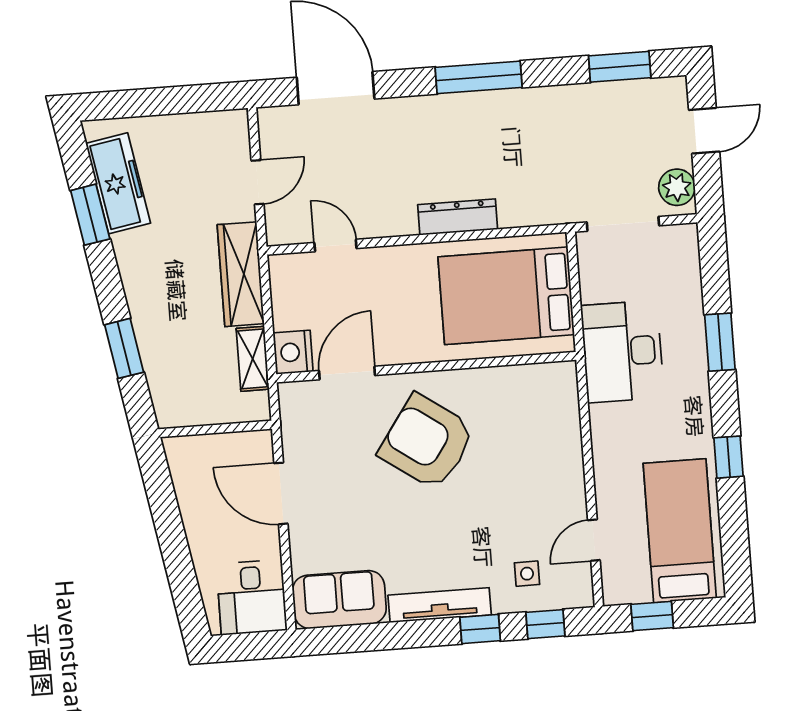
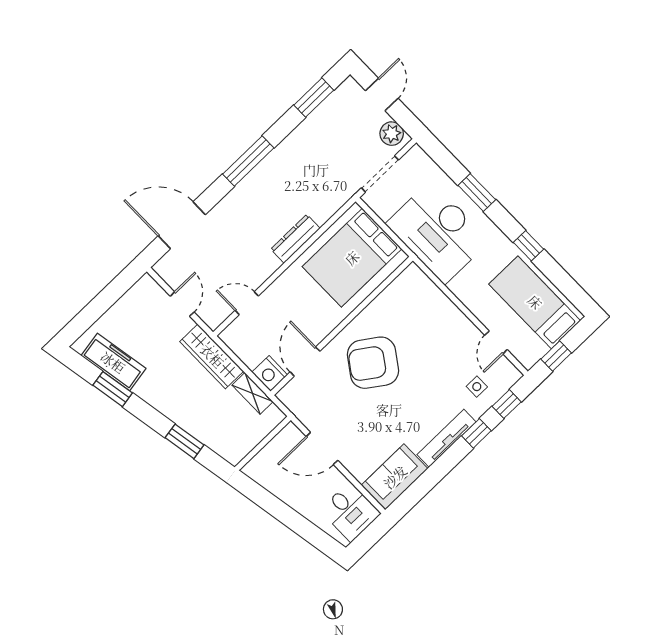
desk: (622, 352) -> (438, 232), width x1.36, depth x1.30

